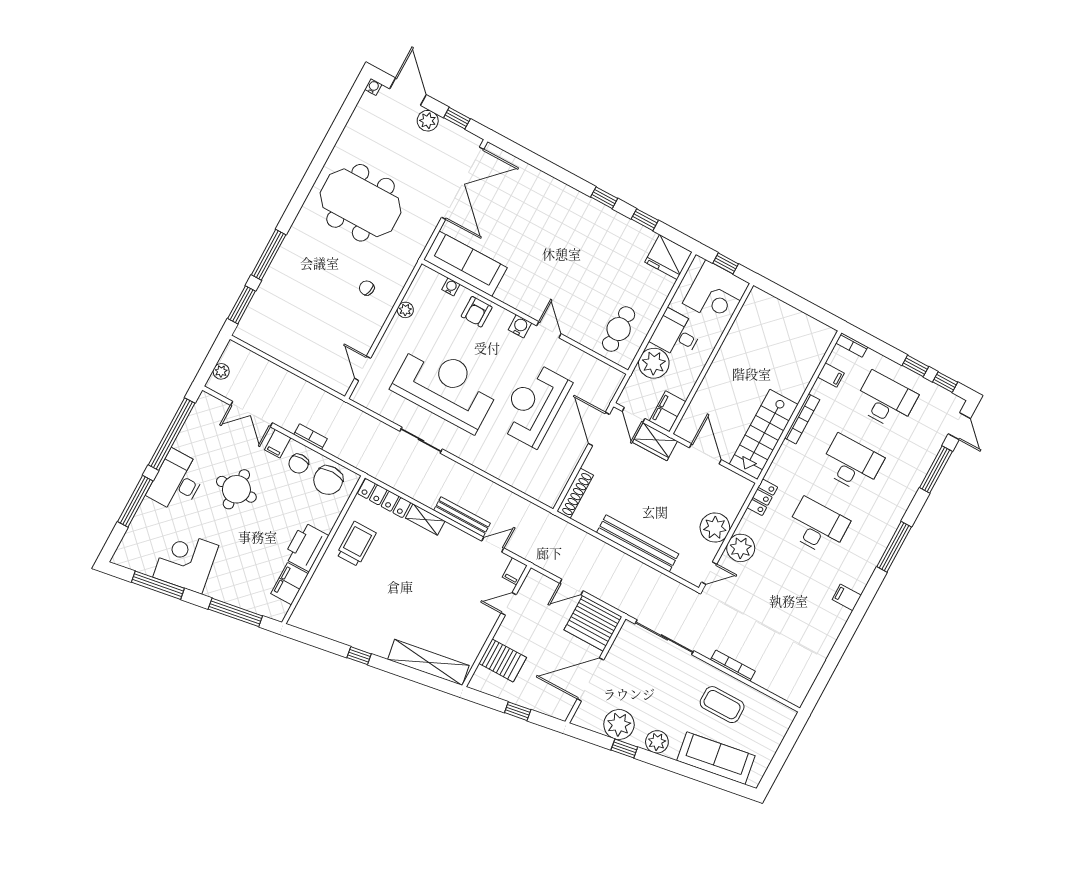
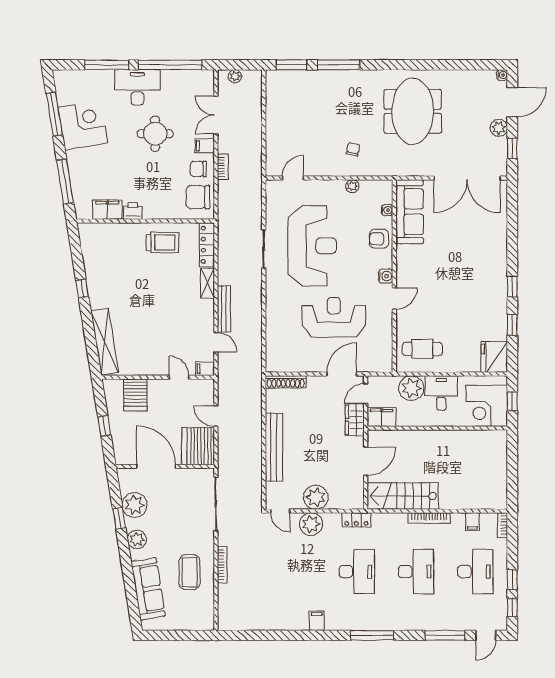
printer: (306, 547) -> (133, 211), width x0.53, depth x0.68

